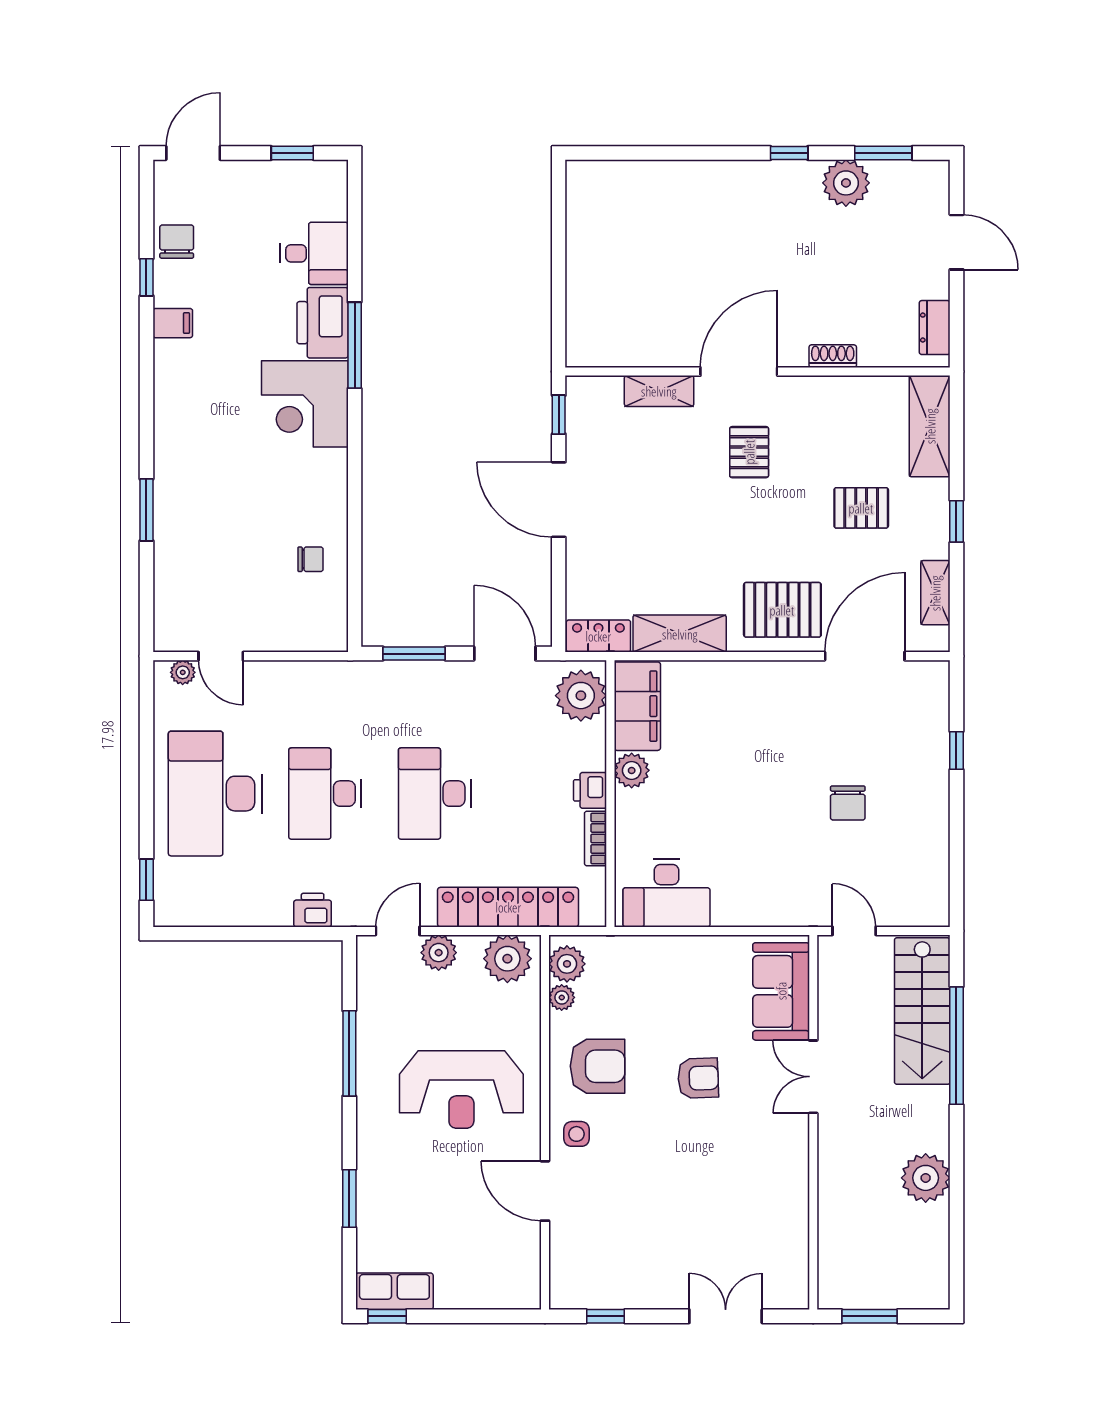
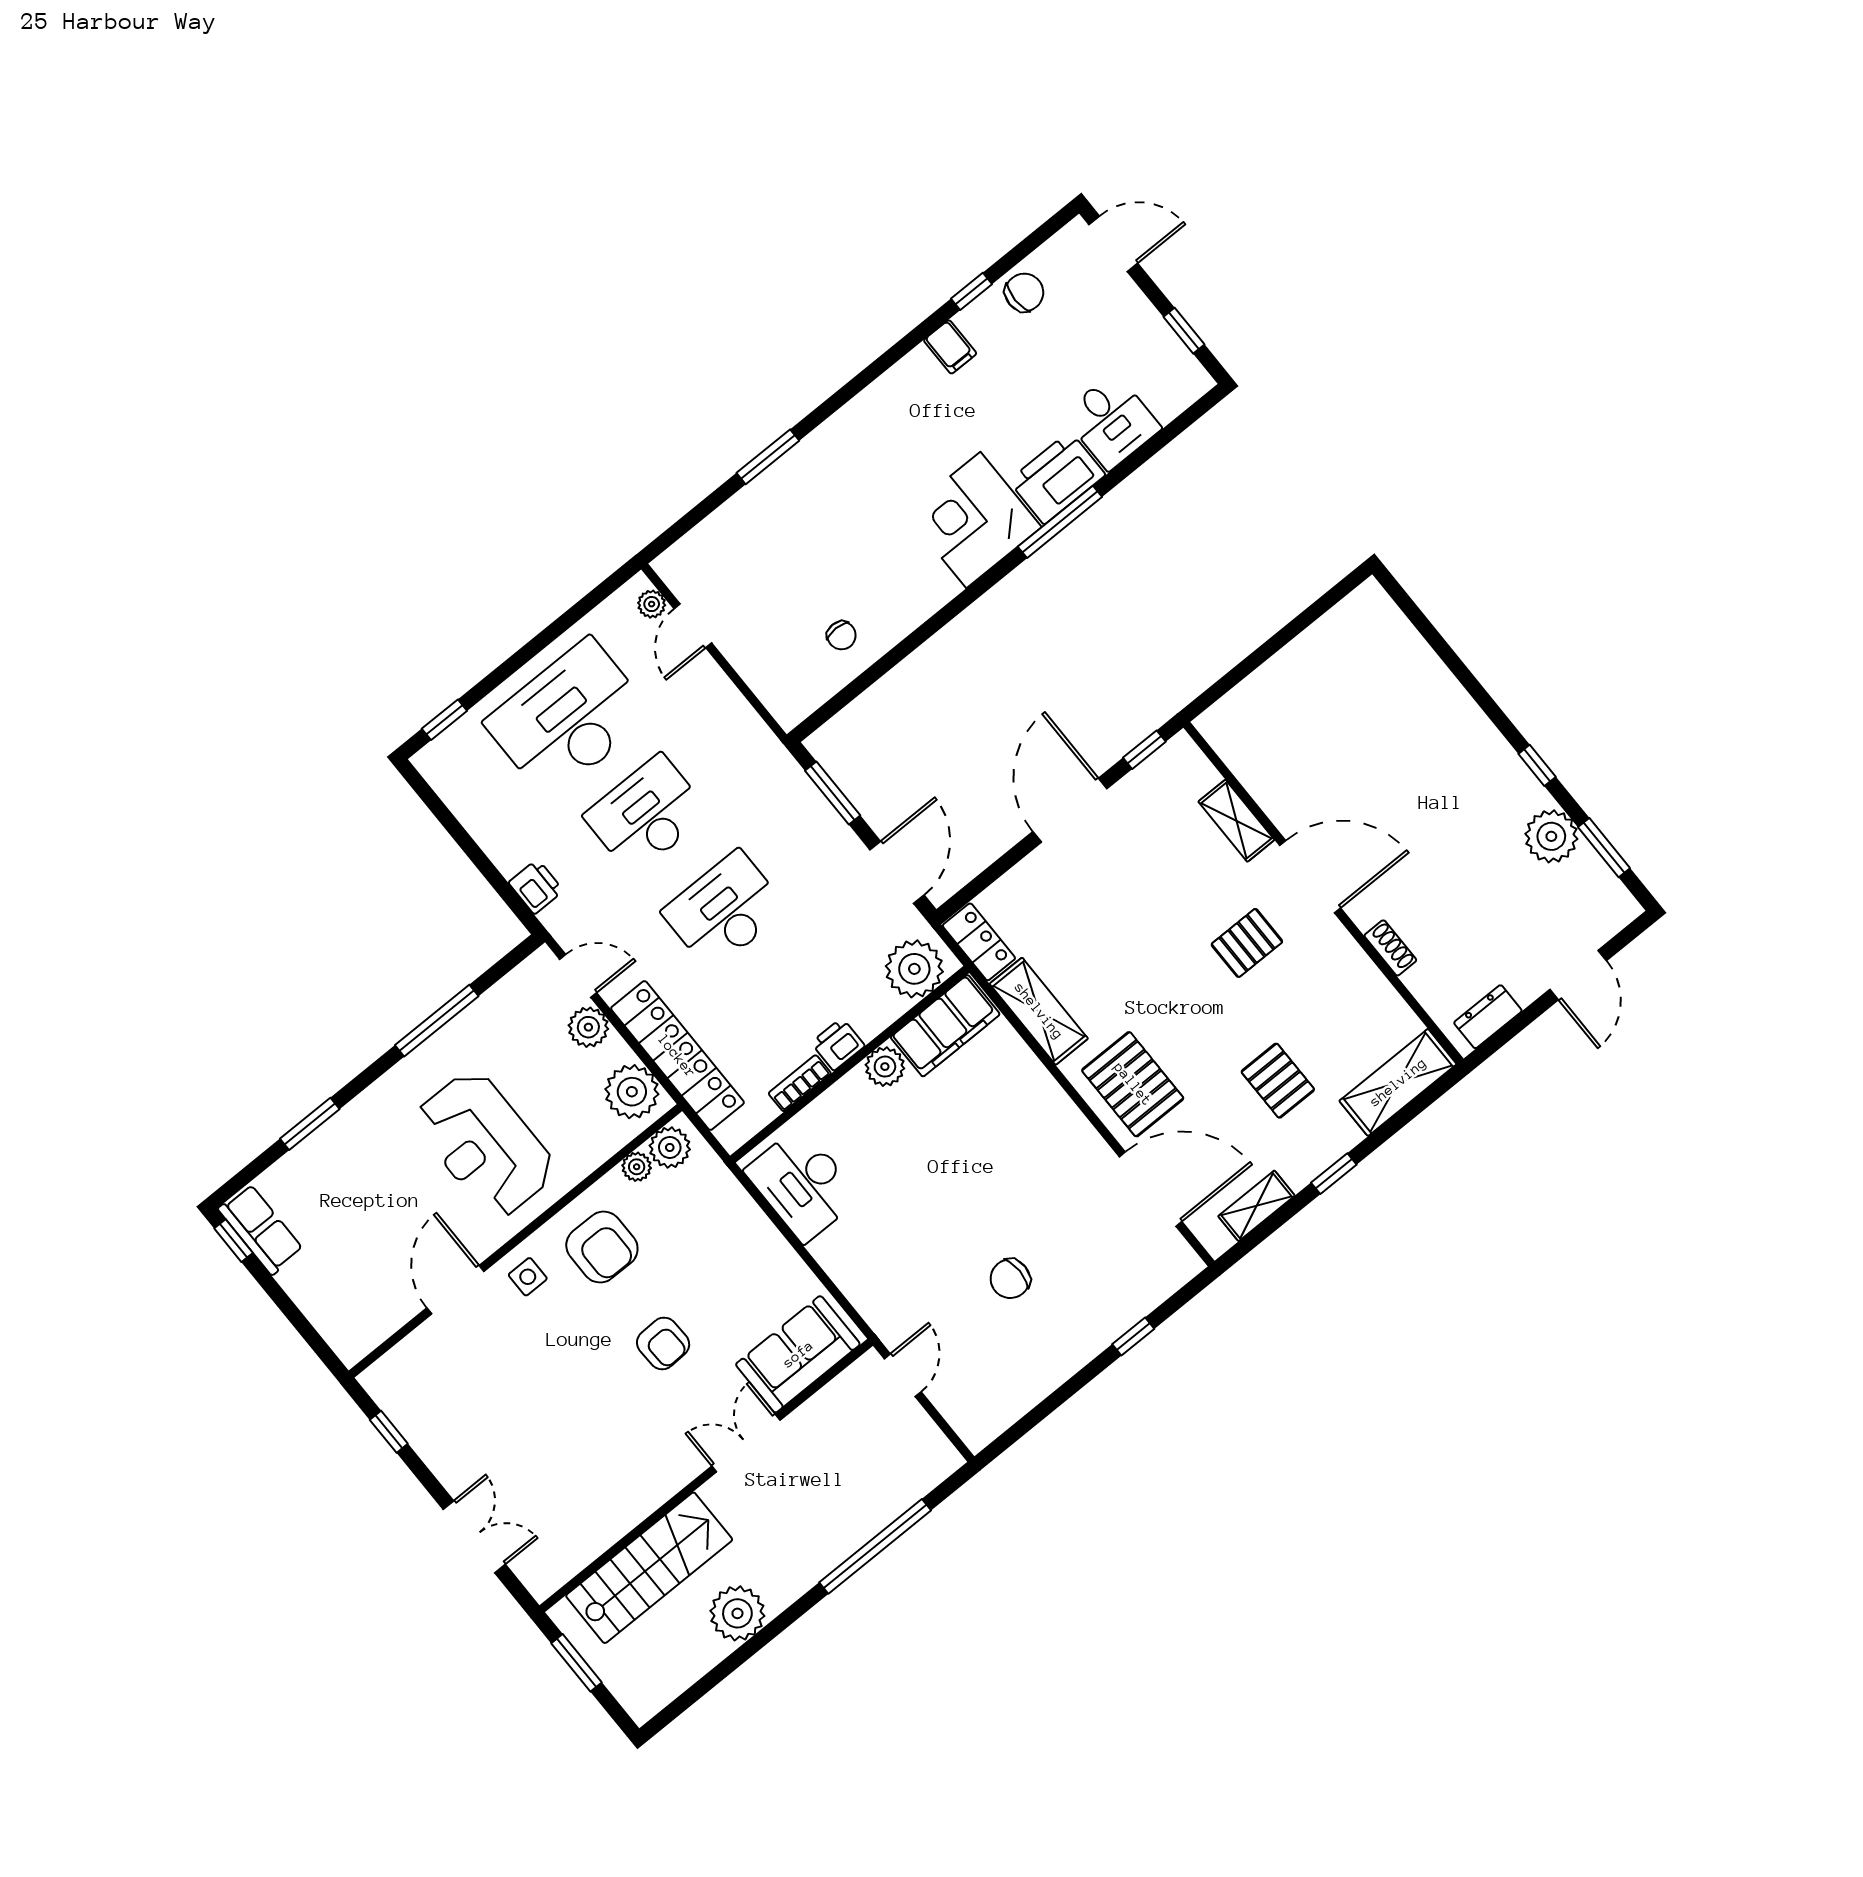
stairs: (922, 1011) -> (649, 1568), moved, turned 180

